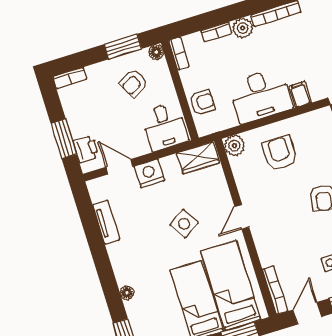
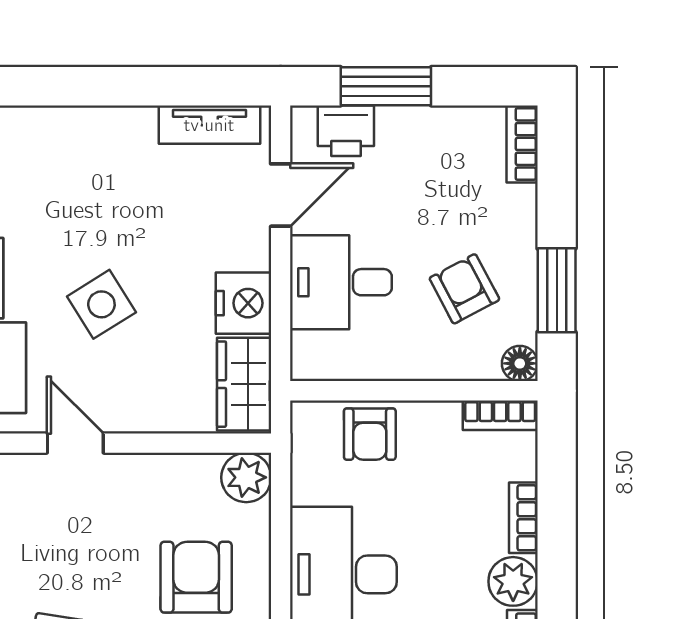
desk: (165, 127) -> (341, 282), moved
armchair: (280, 153) -> (196, 577), turned -90
nightstand: (149, 173) -> (244, 303), moved
tv unit: (106, 222) -> (209, 125), moved

